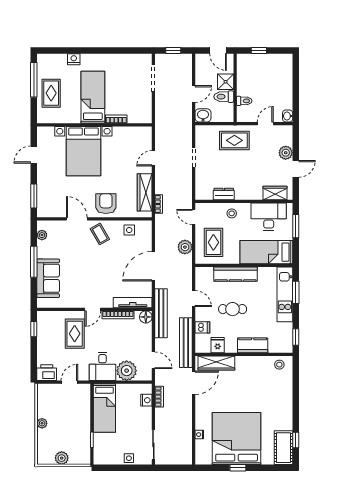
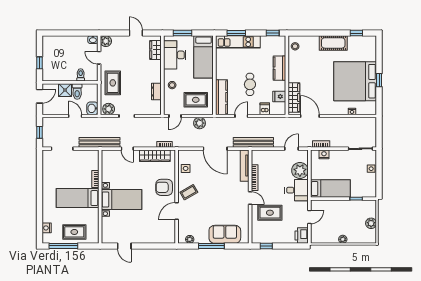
nightstand: (74, 59) -> (47, 228), moved
plant: (202, 135) -> (109, 109), added
bed with nightstands: (83, 151) -> (121, 199), width x0.73
plant: (286, 153) -> (106, 41), moved
window: (34, 196) -> (158, 246), removed
kitchen counter: (235, 274) -> (221, 97), moved
floor lamp: (146, 317) -> (256, 155), removed
bench: (186, 343) -> (99, 142), moved
door: (69, 382) -> (309, 217), swing flipped
cot: (283, 448) -> (333, 43), moved

